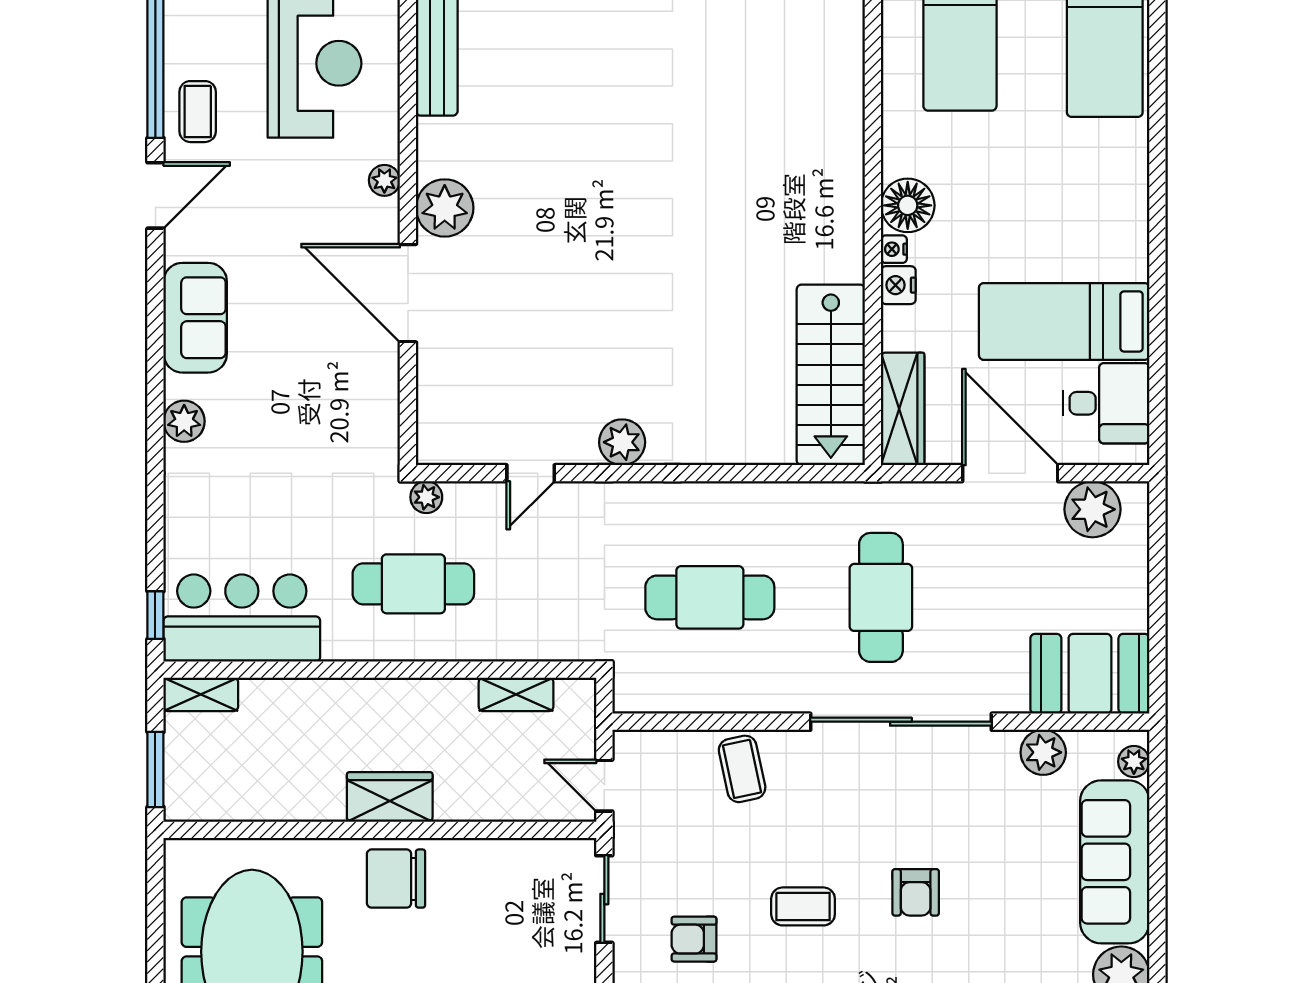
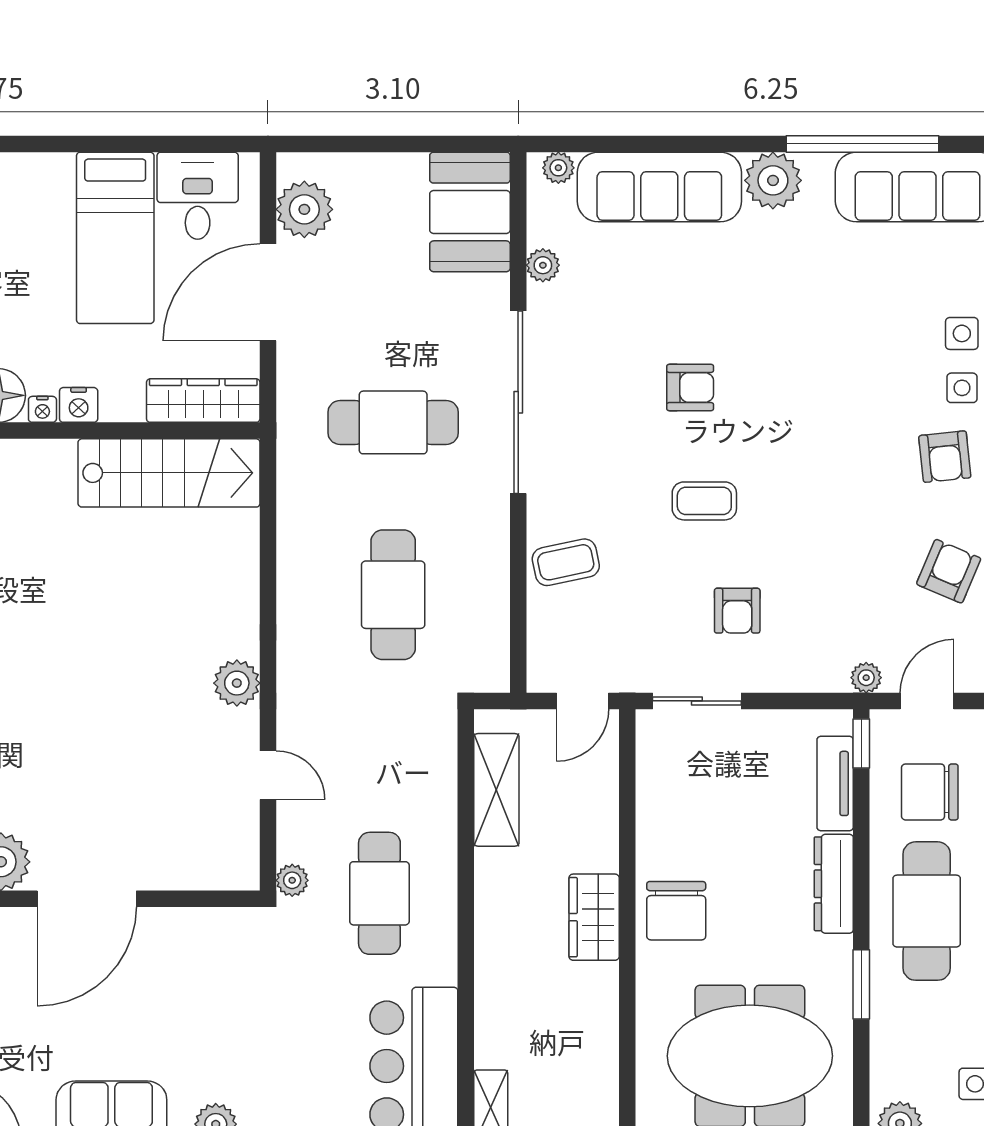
shelving: (516, 694) -> (496, 790), width x1.50, depth x1.33
plant: (1043, 752) -> (543, 265), width x0.73, depth x0.73
coffee table: (803, 906) -> (704, 501), turned 90

